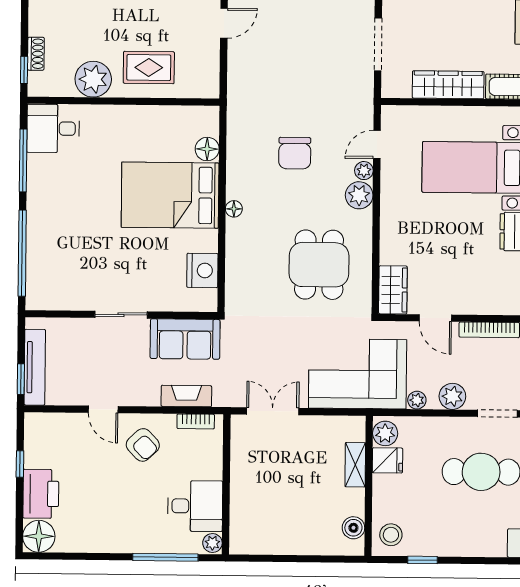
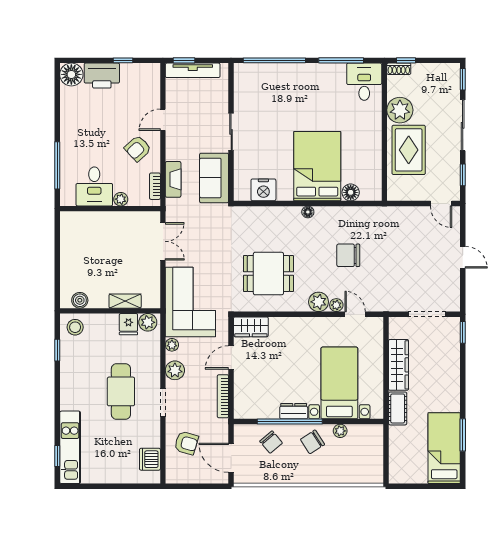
shoe rack: (36, 54) -> (399, 69), moved
rug: (149, 68) -> (409, 150), width x1.36, depth x1.43
plant: (212, 543) -> (121, 199), moved

